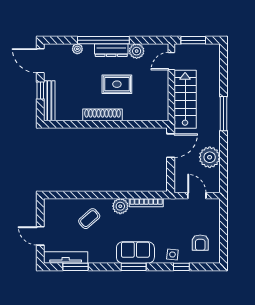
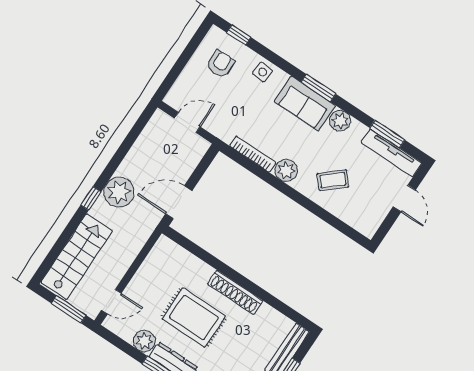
rug: (117, 84) -> (194, 317), width x1.36, depth x1.43
stairs: (185, 99) -> (77, 257), moved, turned 180
window: (224, 114) -> (91, 198), width x0.46
plant: (210, 157) -> (119, 192), moved
door: (197, 196) -> (187, 122), swing flipped
plant: (108, 256) -> (340, 121), added
window: (181, 267) -> (239, 35), moved

